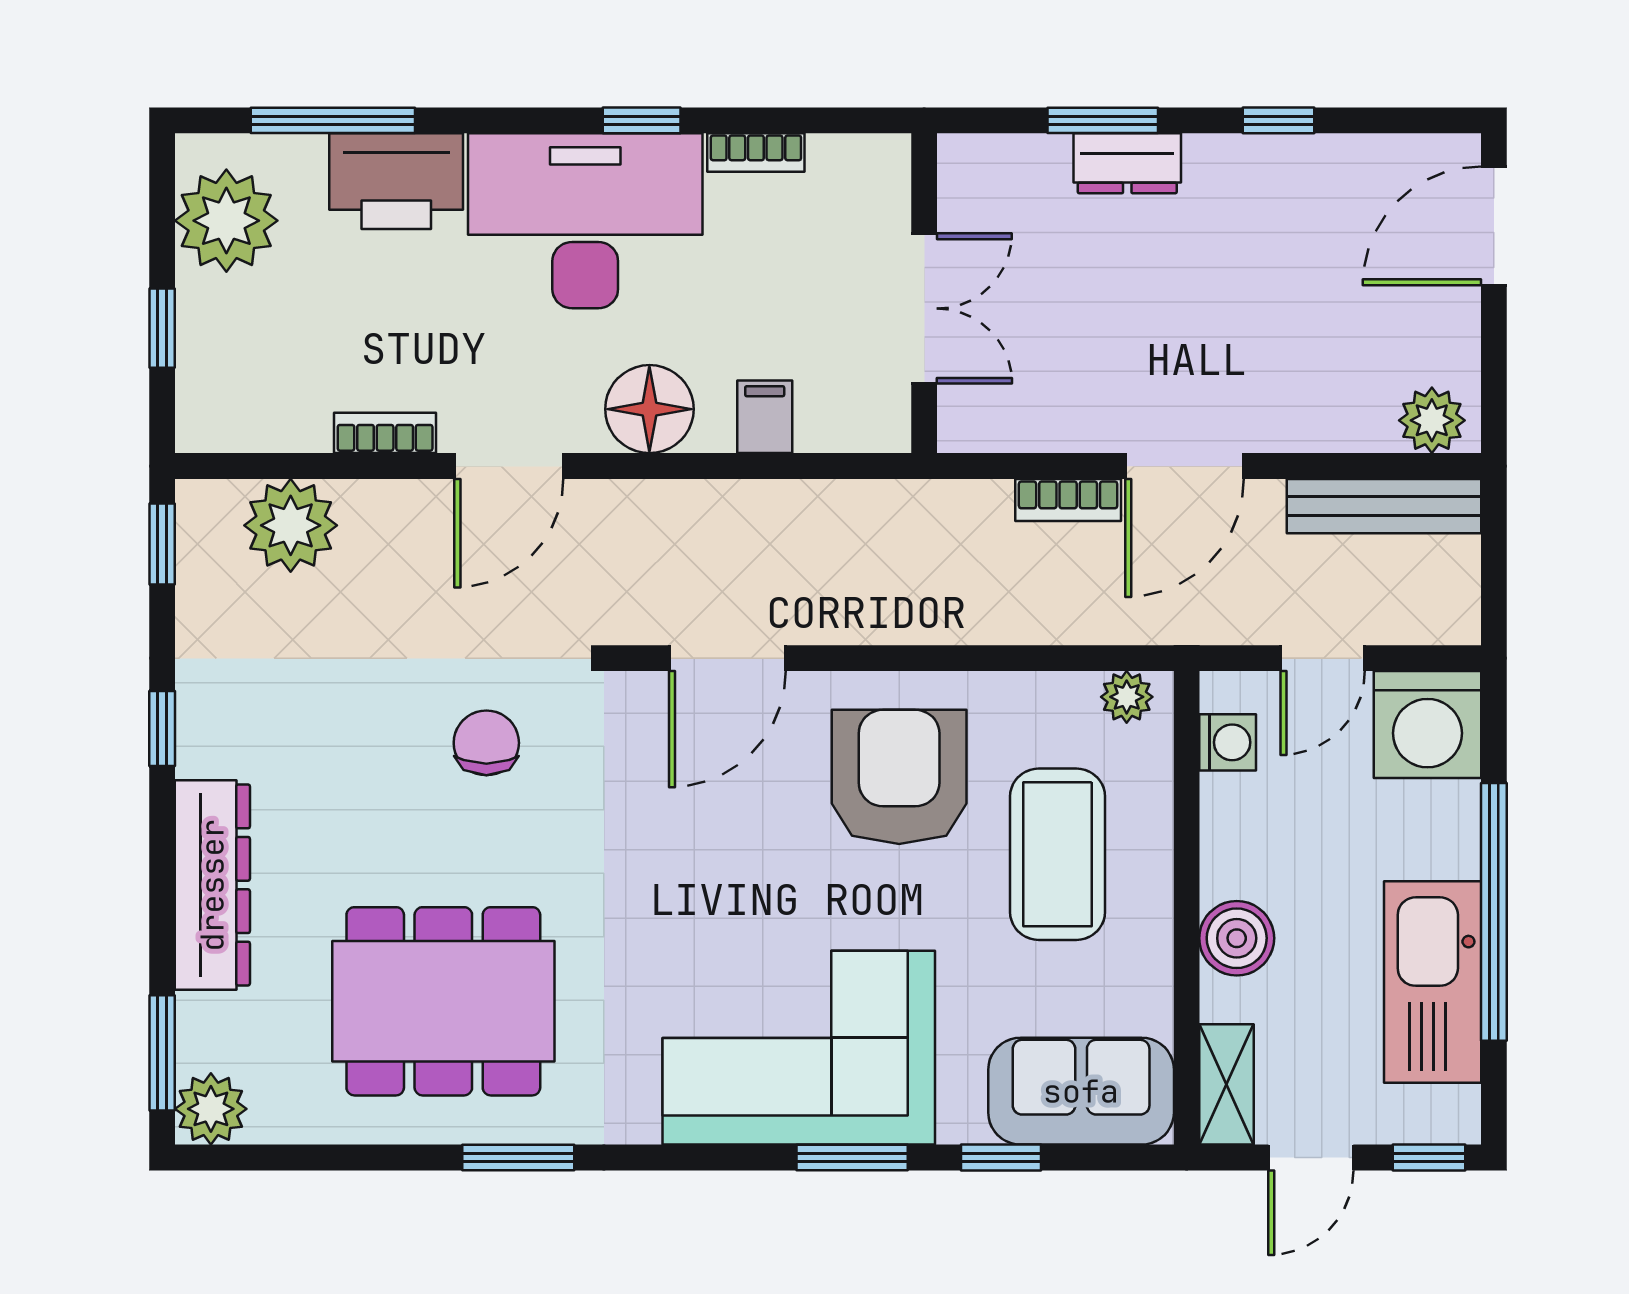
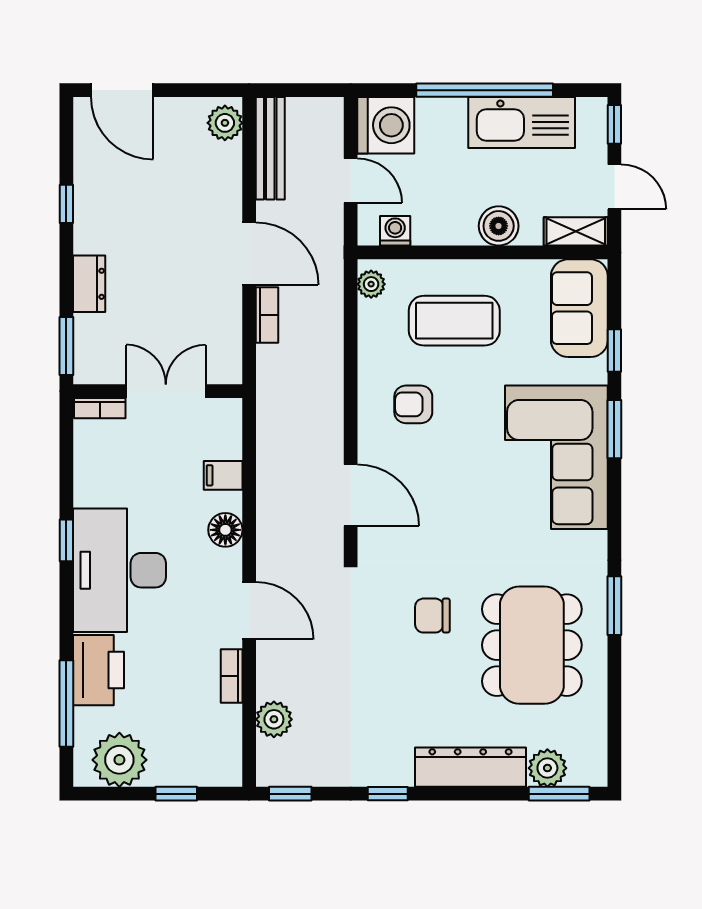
window: (1103, 120) -> (66, 346), moved
bookcase: (756, 153) -> (100, 408), moved, turned 90
floor lamp: (649, 409) -> (225, 530), width x0.73, depth x0.73
plant: (291, 525) -> (274, 719), width x0.73, depth x0.73
chair: (486, 743) -> (432, 616), moved
armchair: (899, 777) -> (413, 404), width x0.53, depth x0.53
plant: (211, 1109) -> (547, 768), moved

